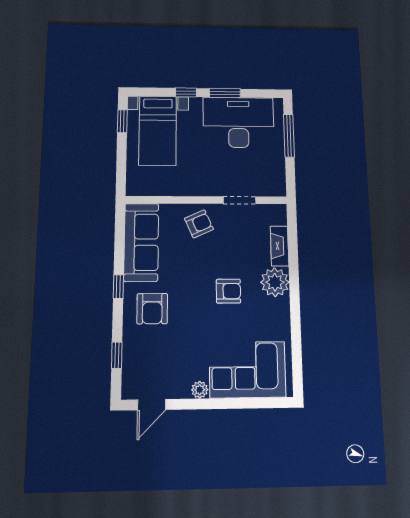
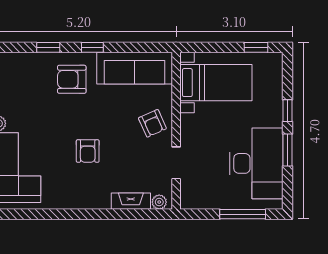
bed with nightstands: (158, 131) -> (216, 83), moved, turned 180
plant: (275, 282) -> (159, 202), moved, width x0.53, depth x0.53
window: (117, 355) -> (48, 47), moved

